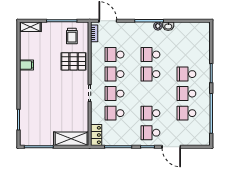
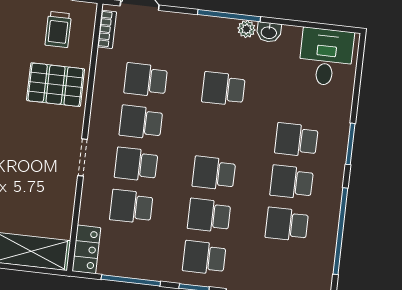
desk: (196, 35) -> (326, 57), added
school desk: (150, 74) -> (214, 173), moved

